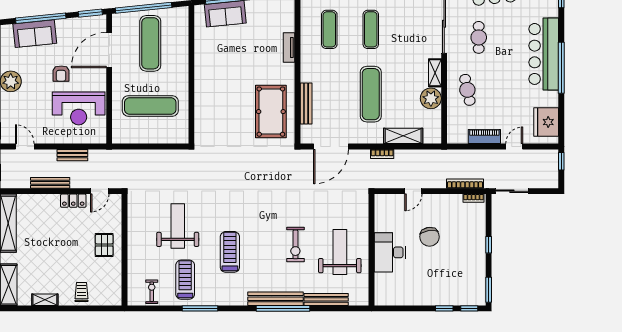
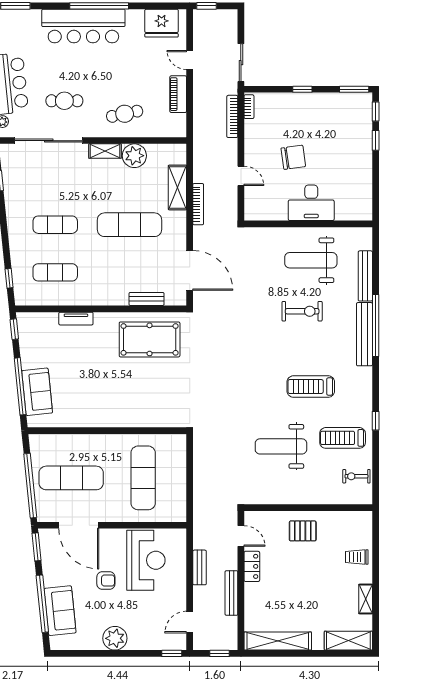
bench: (306, 103) -> (147, 299), width x0.73
bookcase: (382, 154) -> (198, 204), width x1.56
window: (200, 308) -> (376, 421), width x0.46

